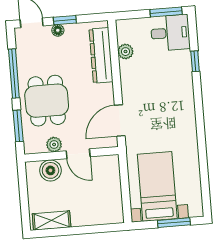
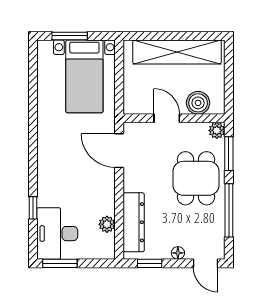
window: (65, 20) -> (150, 263), moved
desk: (170, 33) -> (57, 234), width x1.37
door: (120, 121) -> (119, 151), swing flipped
plant: (54, 144) -> (217, 130), moved
shelving: (52, 220) -> (177, 52), width x2.20, depth x1.33

